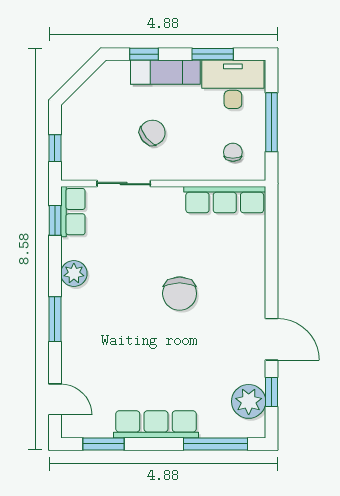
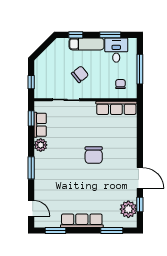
desk: (233, 84) -> (116, 50), width x0.73
row of seats: (73, 212) -> (40, 125), moved
window: (216, 444) -> (112, 231), width x0.69

